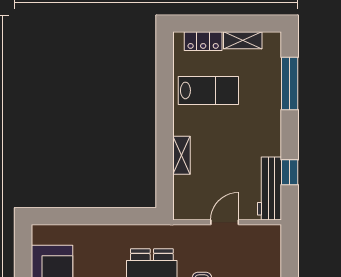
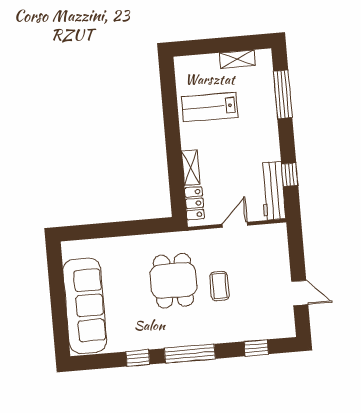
locker: (203, 41) -> (195, 203), moved, turned -90
lab bench: (208, 90) -> (210, 107), turned 180

